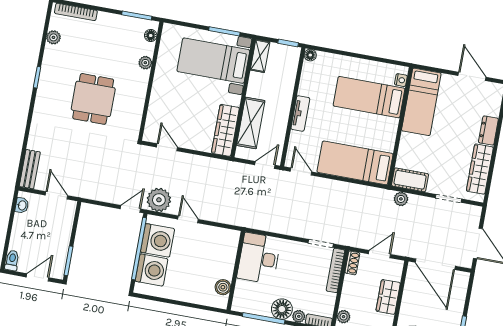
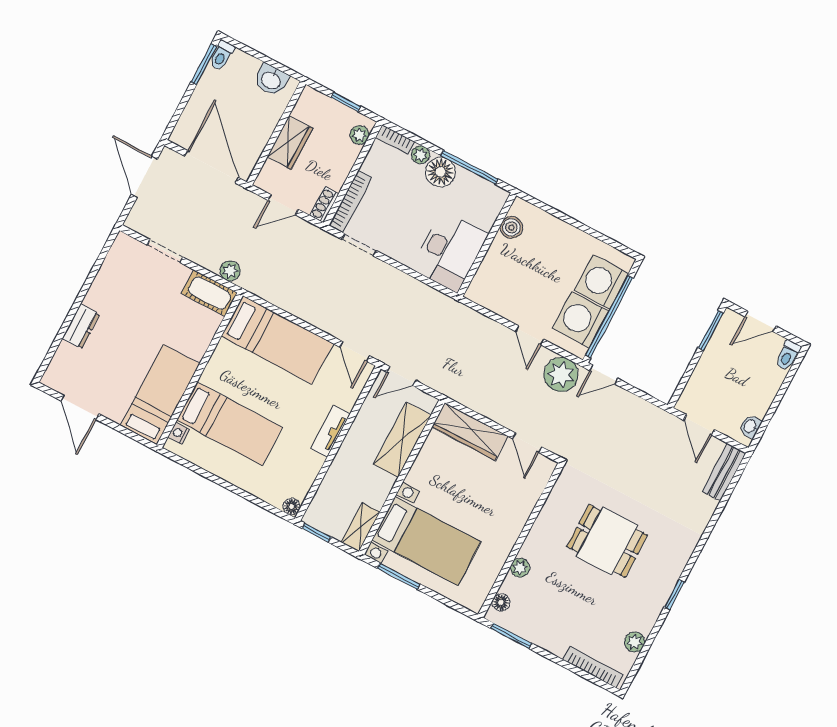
dining table: (93, 99) -> (607, 541), turned 90
wardrobe: (225, 130) -> (470, 431), moved, turned 90
wardrobe: (480, 169) -> (109, 278), removed

